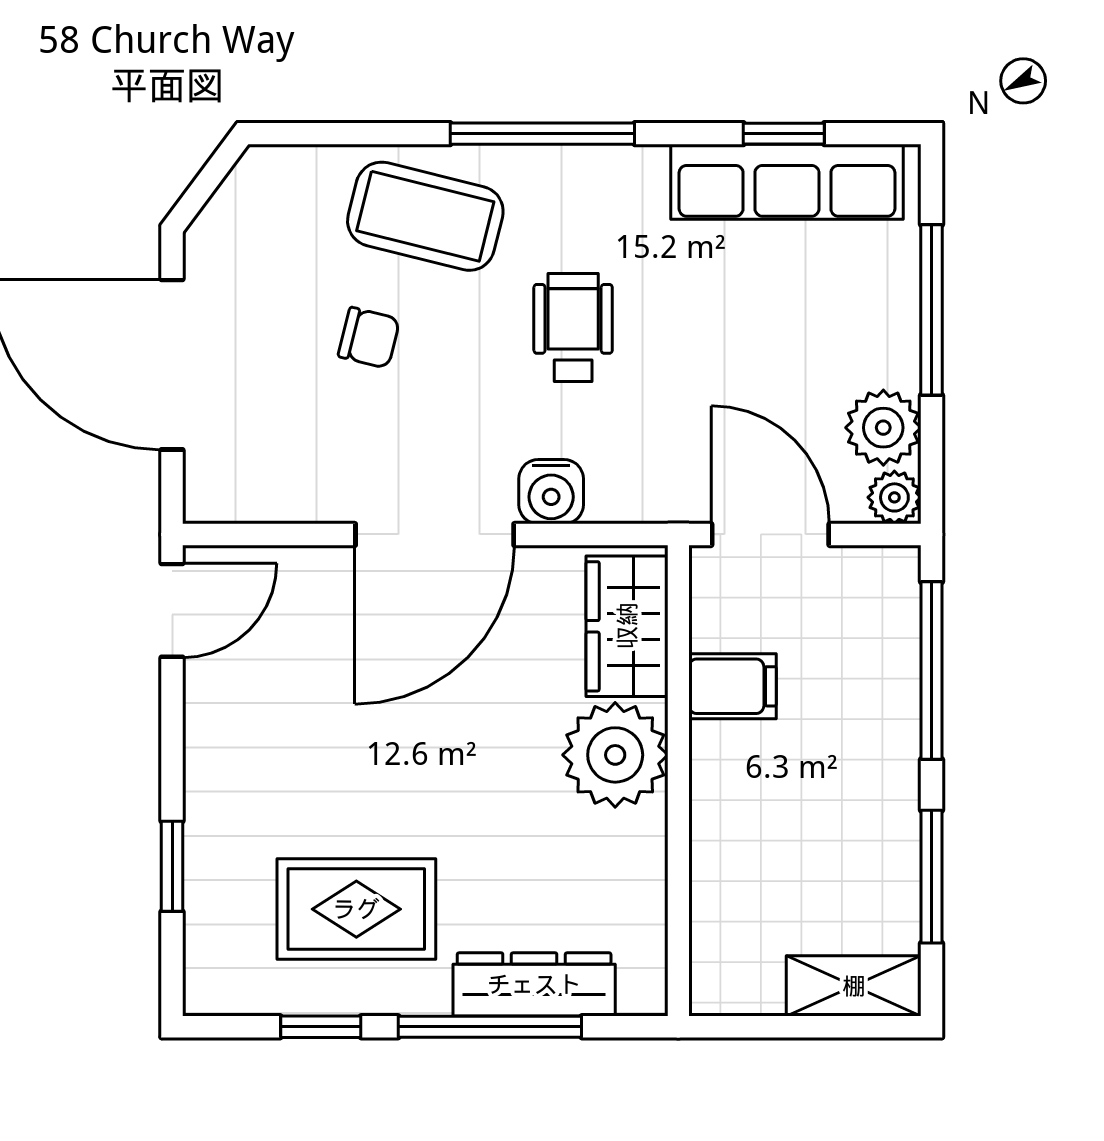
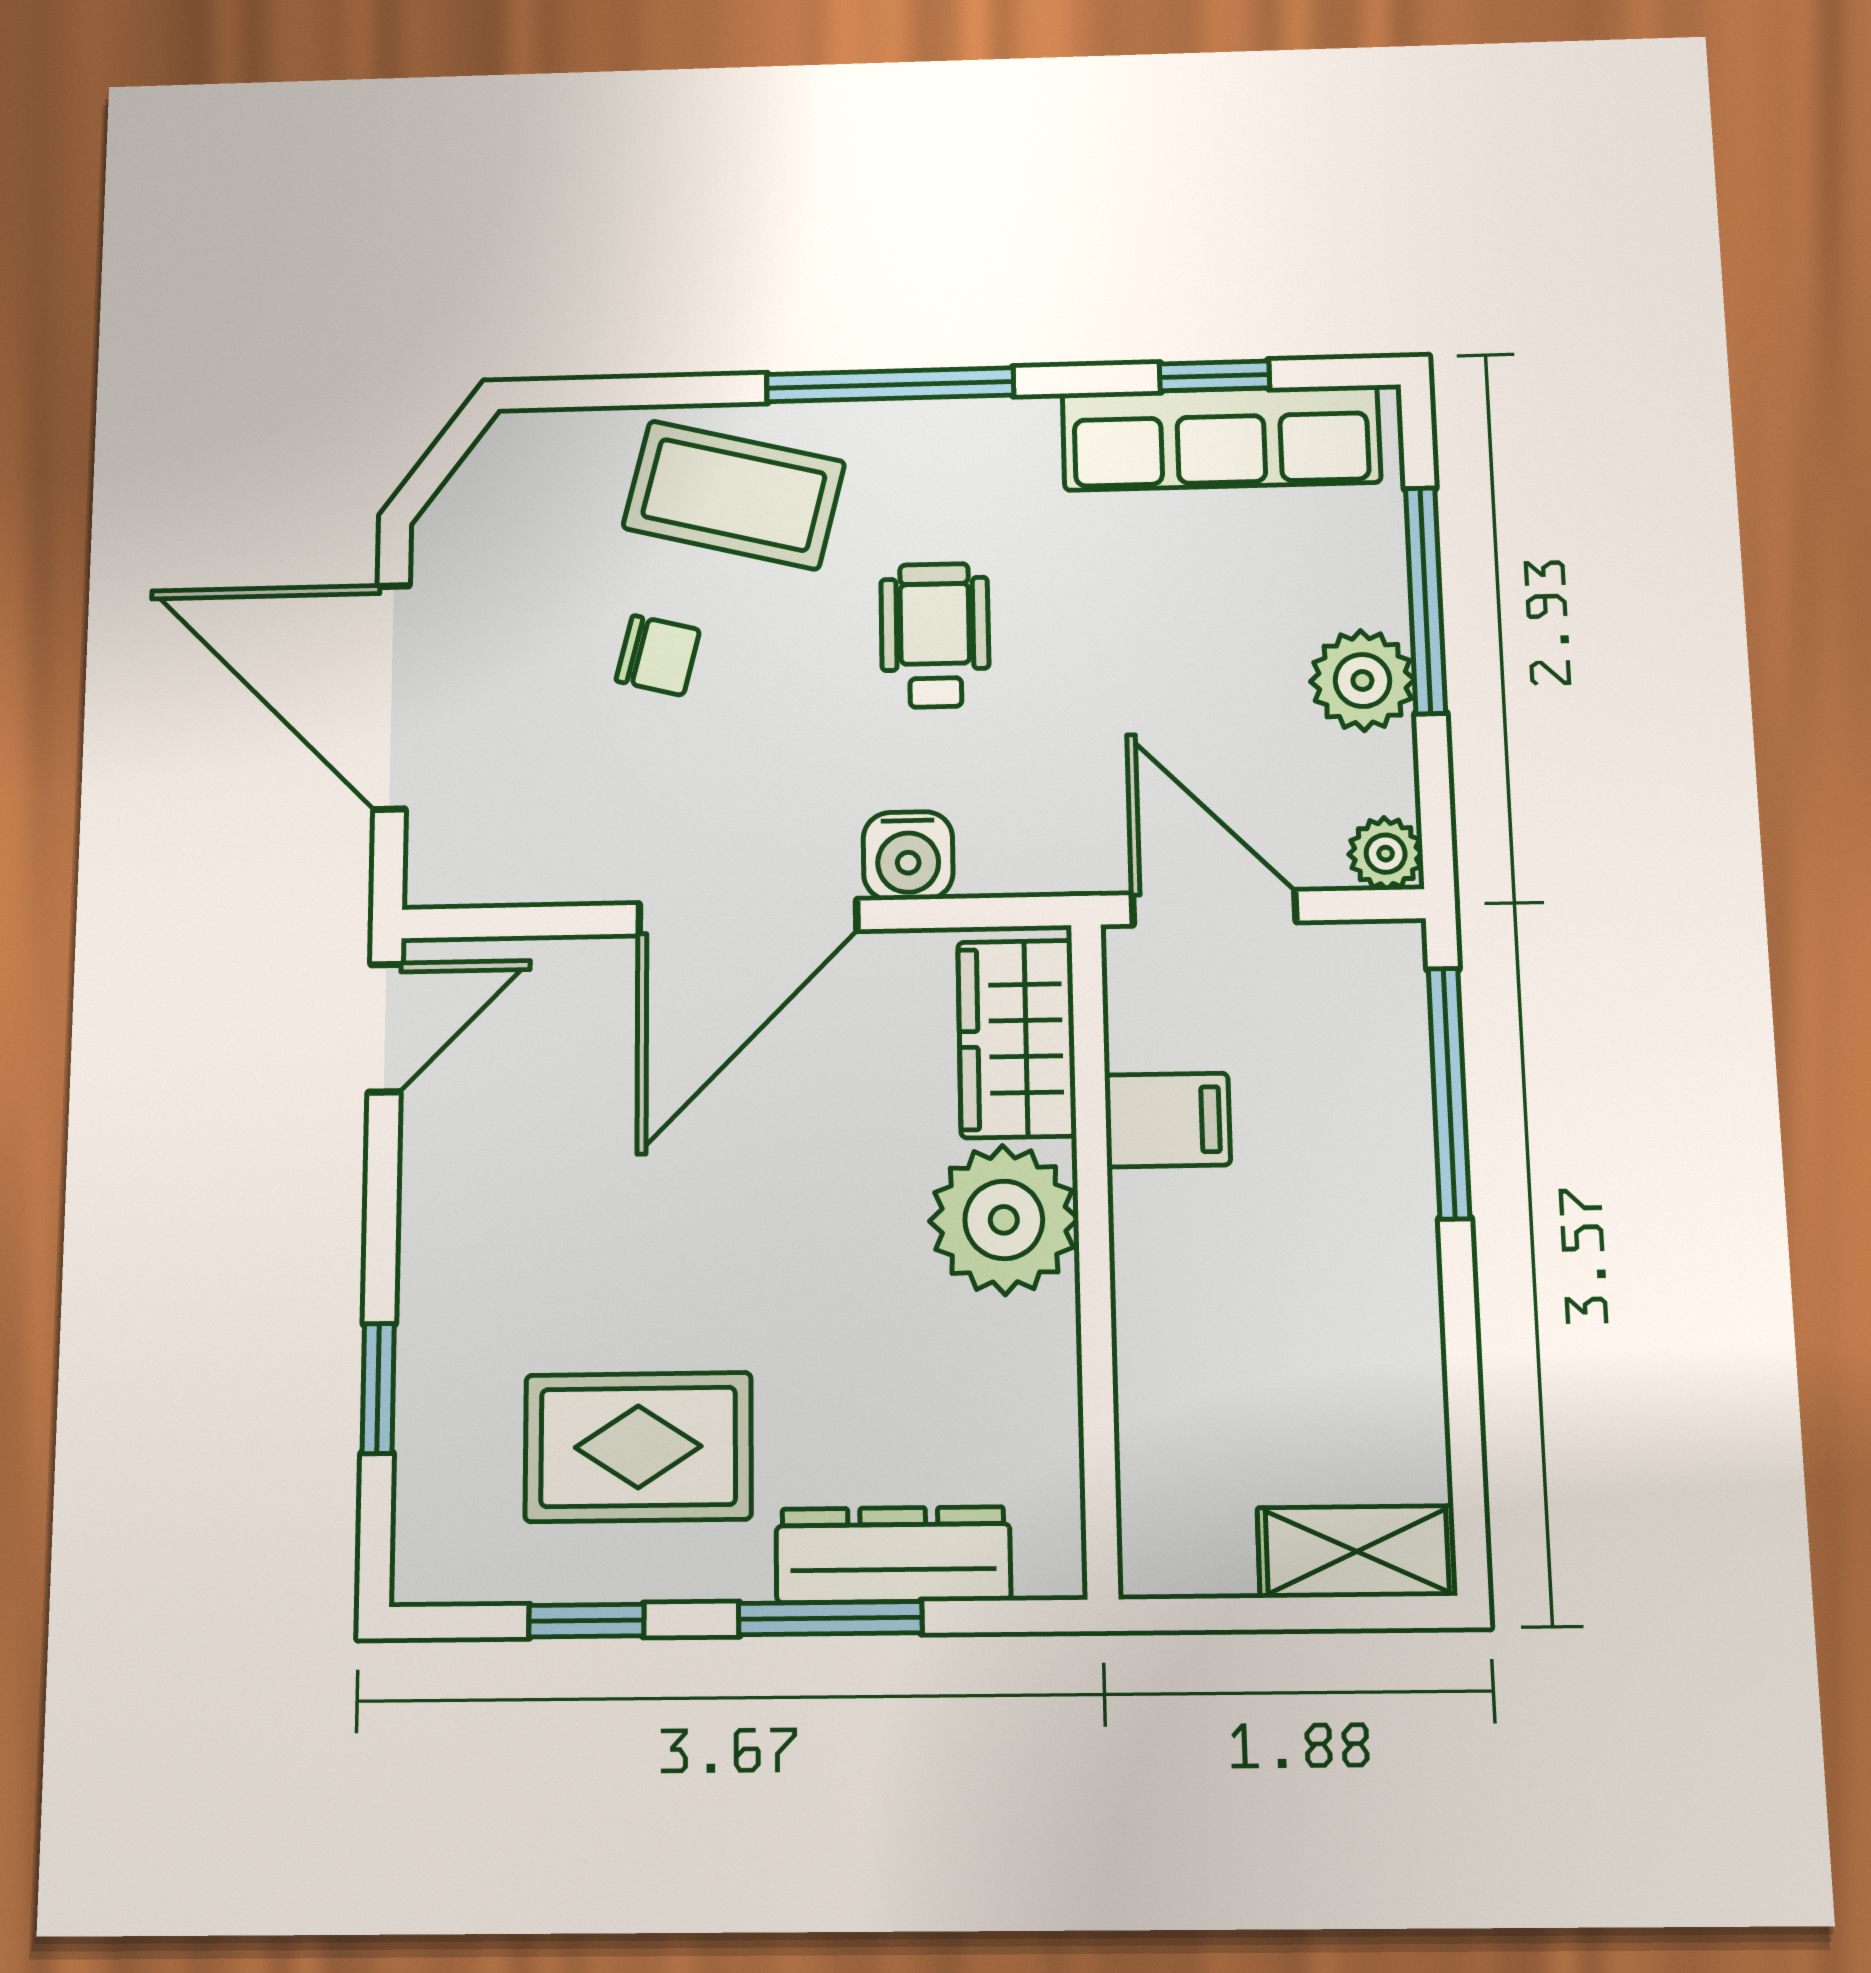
plant: (883, 428) -> (1362, 681), moved
window: (931, 877) -> (1463, 1389), removed
window: (490, 1027) -> (830, 1618), width x0.69

